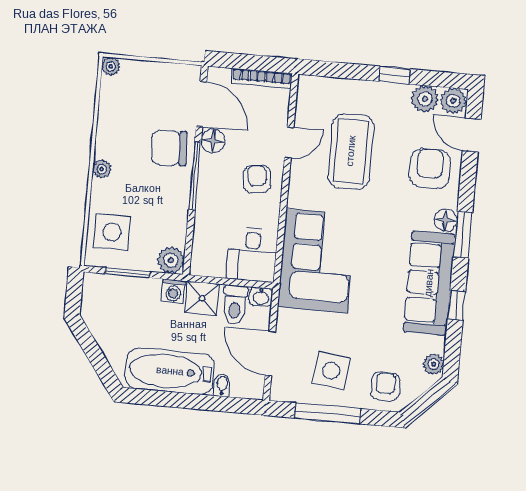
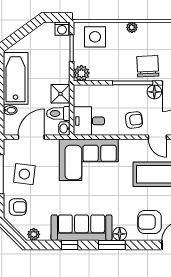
armchair: (430, 168) -> (149, 222), turned 180
washing machine: (173, 291) -> (62, 29), moved, turned -90

